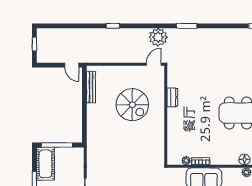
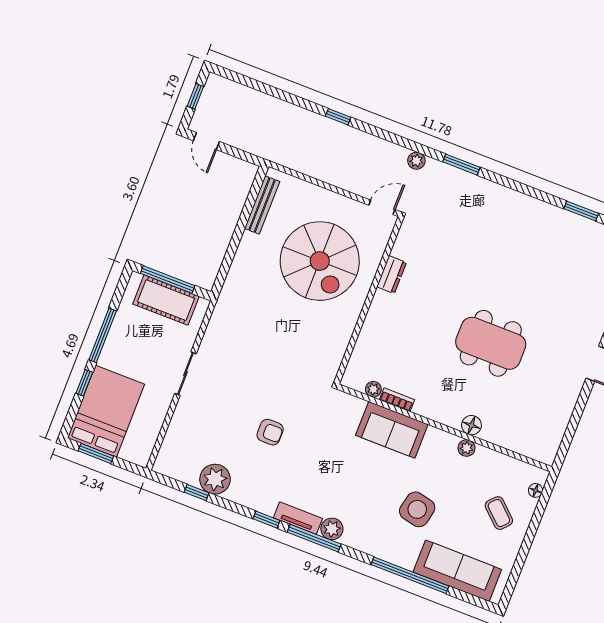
plant: (158, 37) -> (416, 161), width x0.53, depth x0.53
door: (72, 65) -> (206, 141), moved
spiral stairs: (132, 105) -> (320, 261), width x1.37, depth x1.37
cot: (45, 164) -> (166, 300), moved, turned 90

